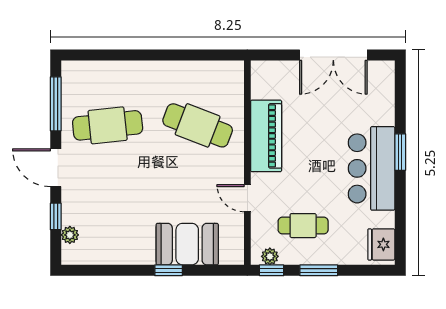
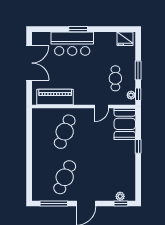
cafe table: (108, 125) -> (65, 177), turned 30
piano: (266, 136) -> (55, 97), moved
bar counter: (372, 168) -> (72, 44), moved
window: (56, 216) -> (121, 203), moved
booth: (187, 244) -> (125, 124), moved

